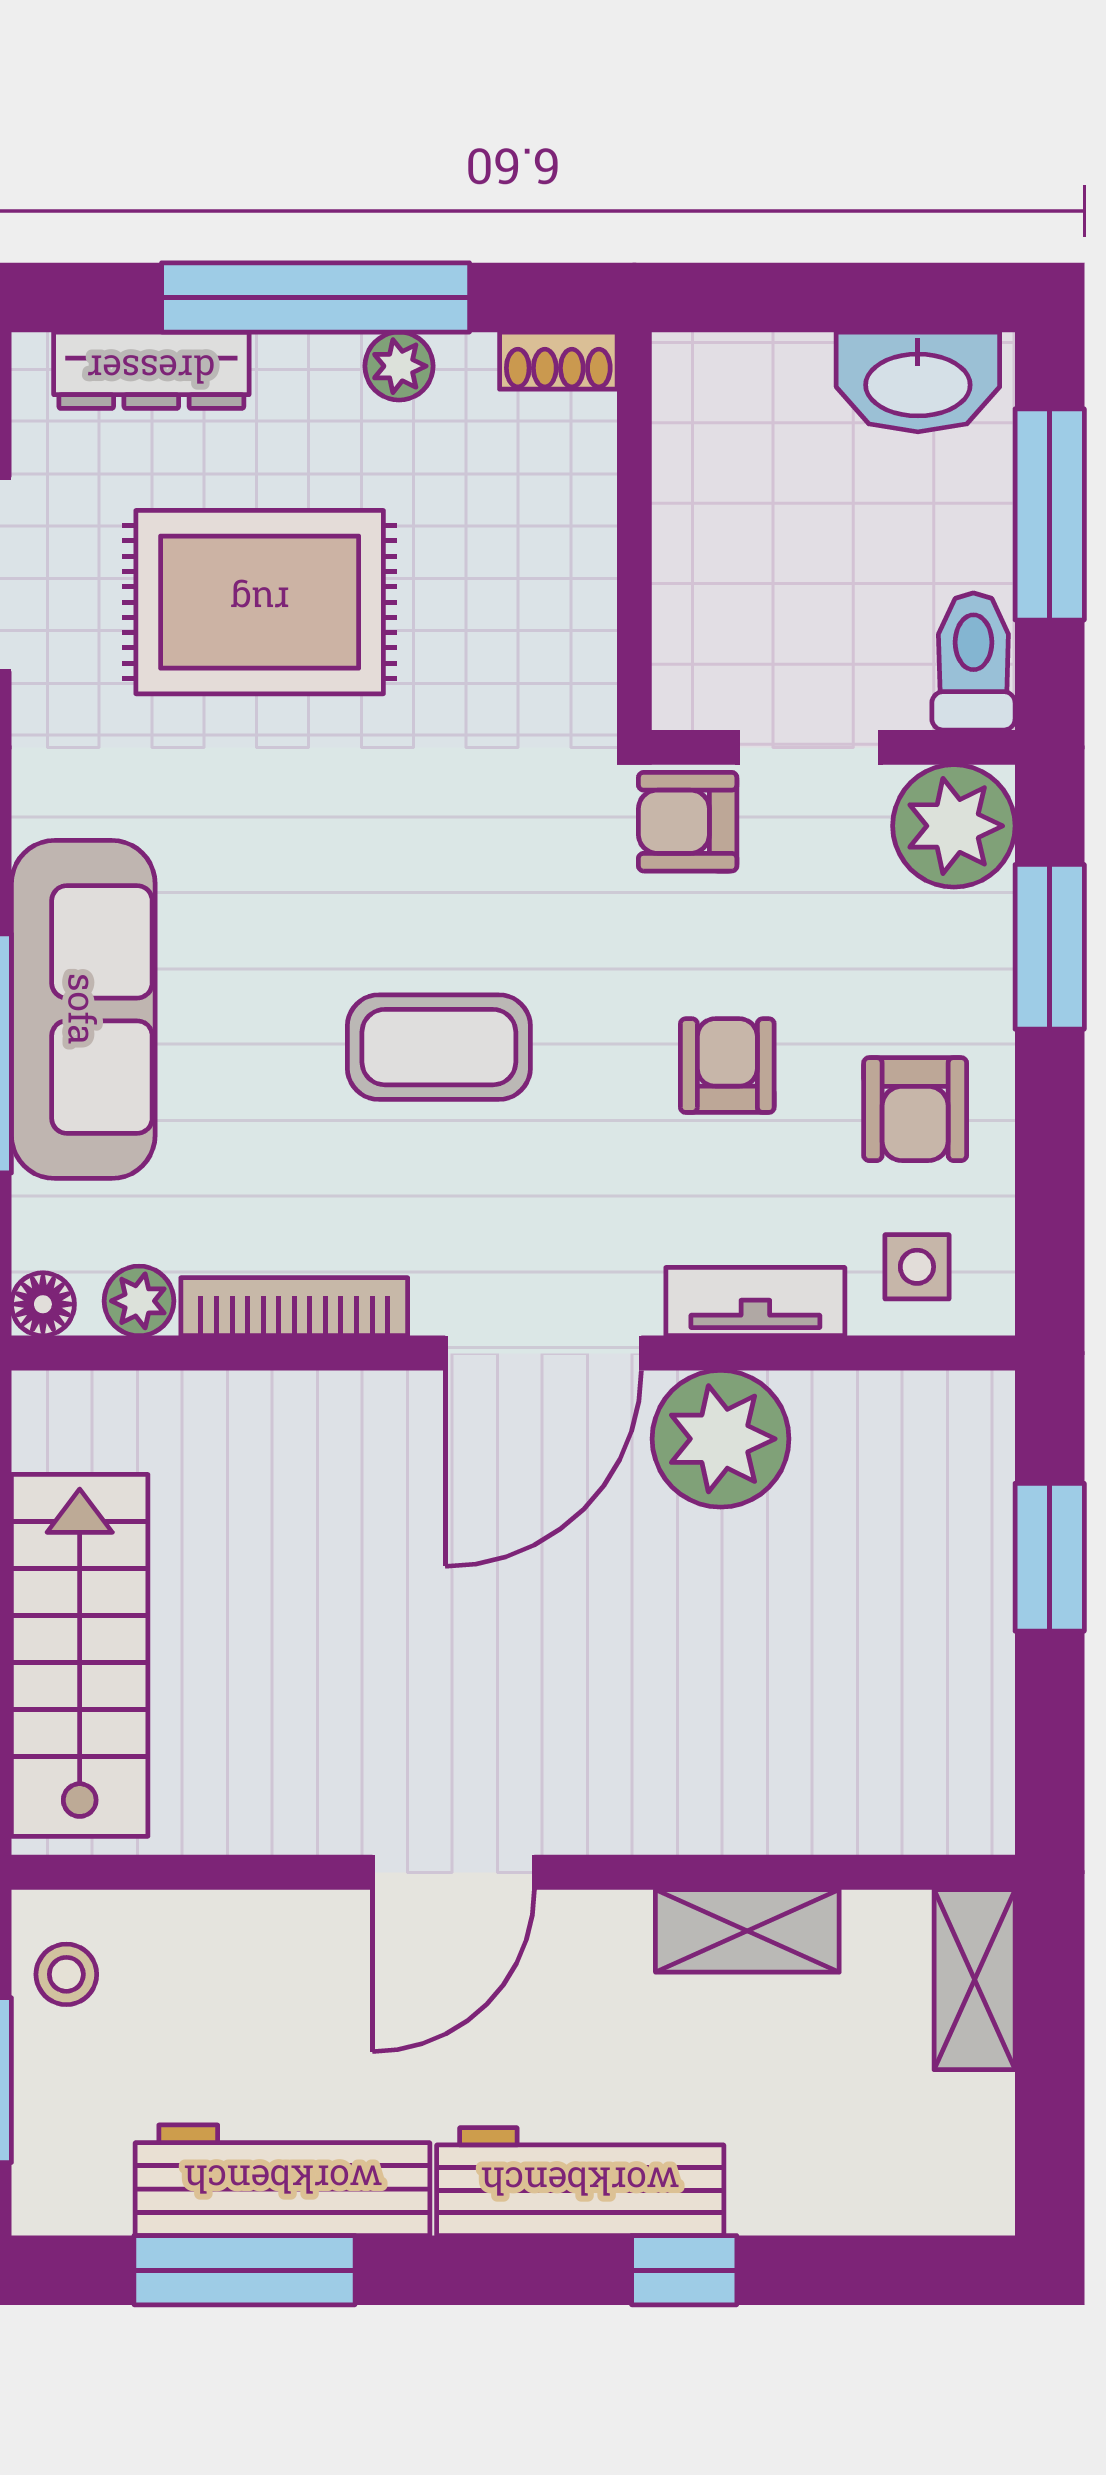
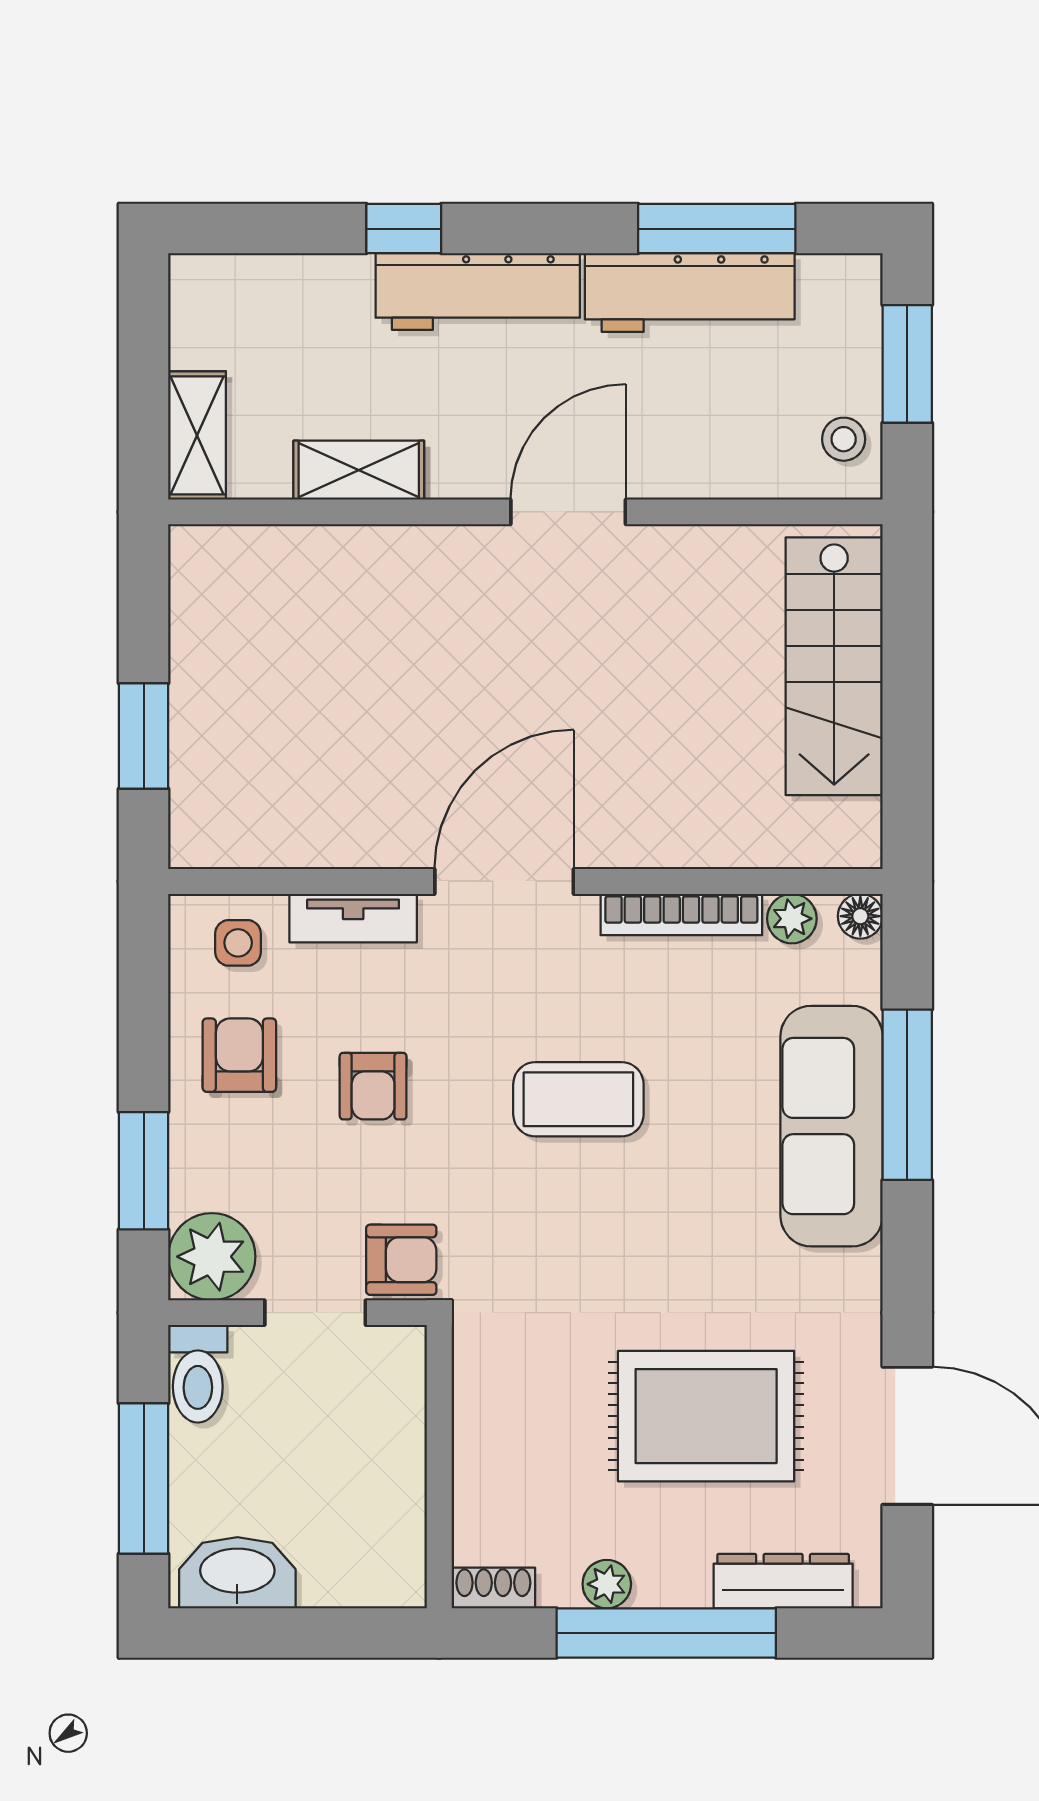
plant: (721, 1439) -> (378, 820), removed

